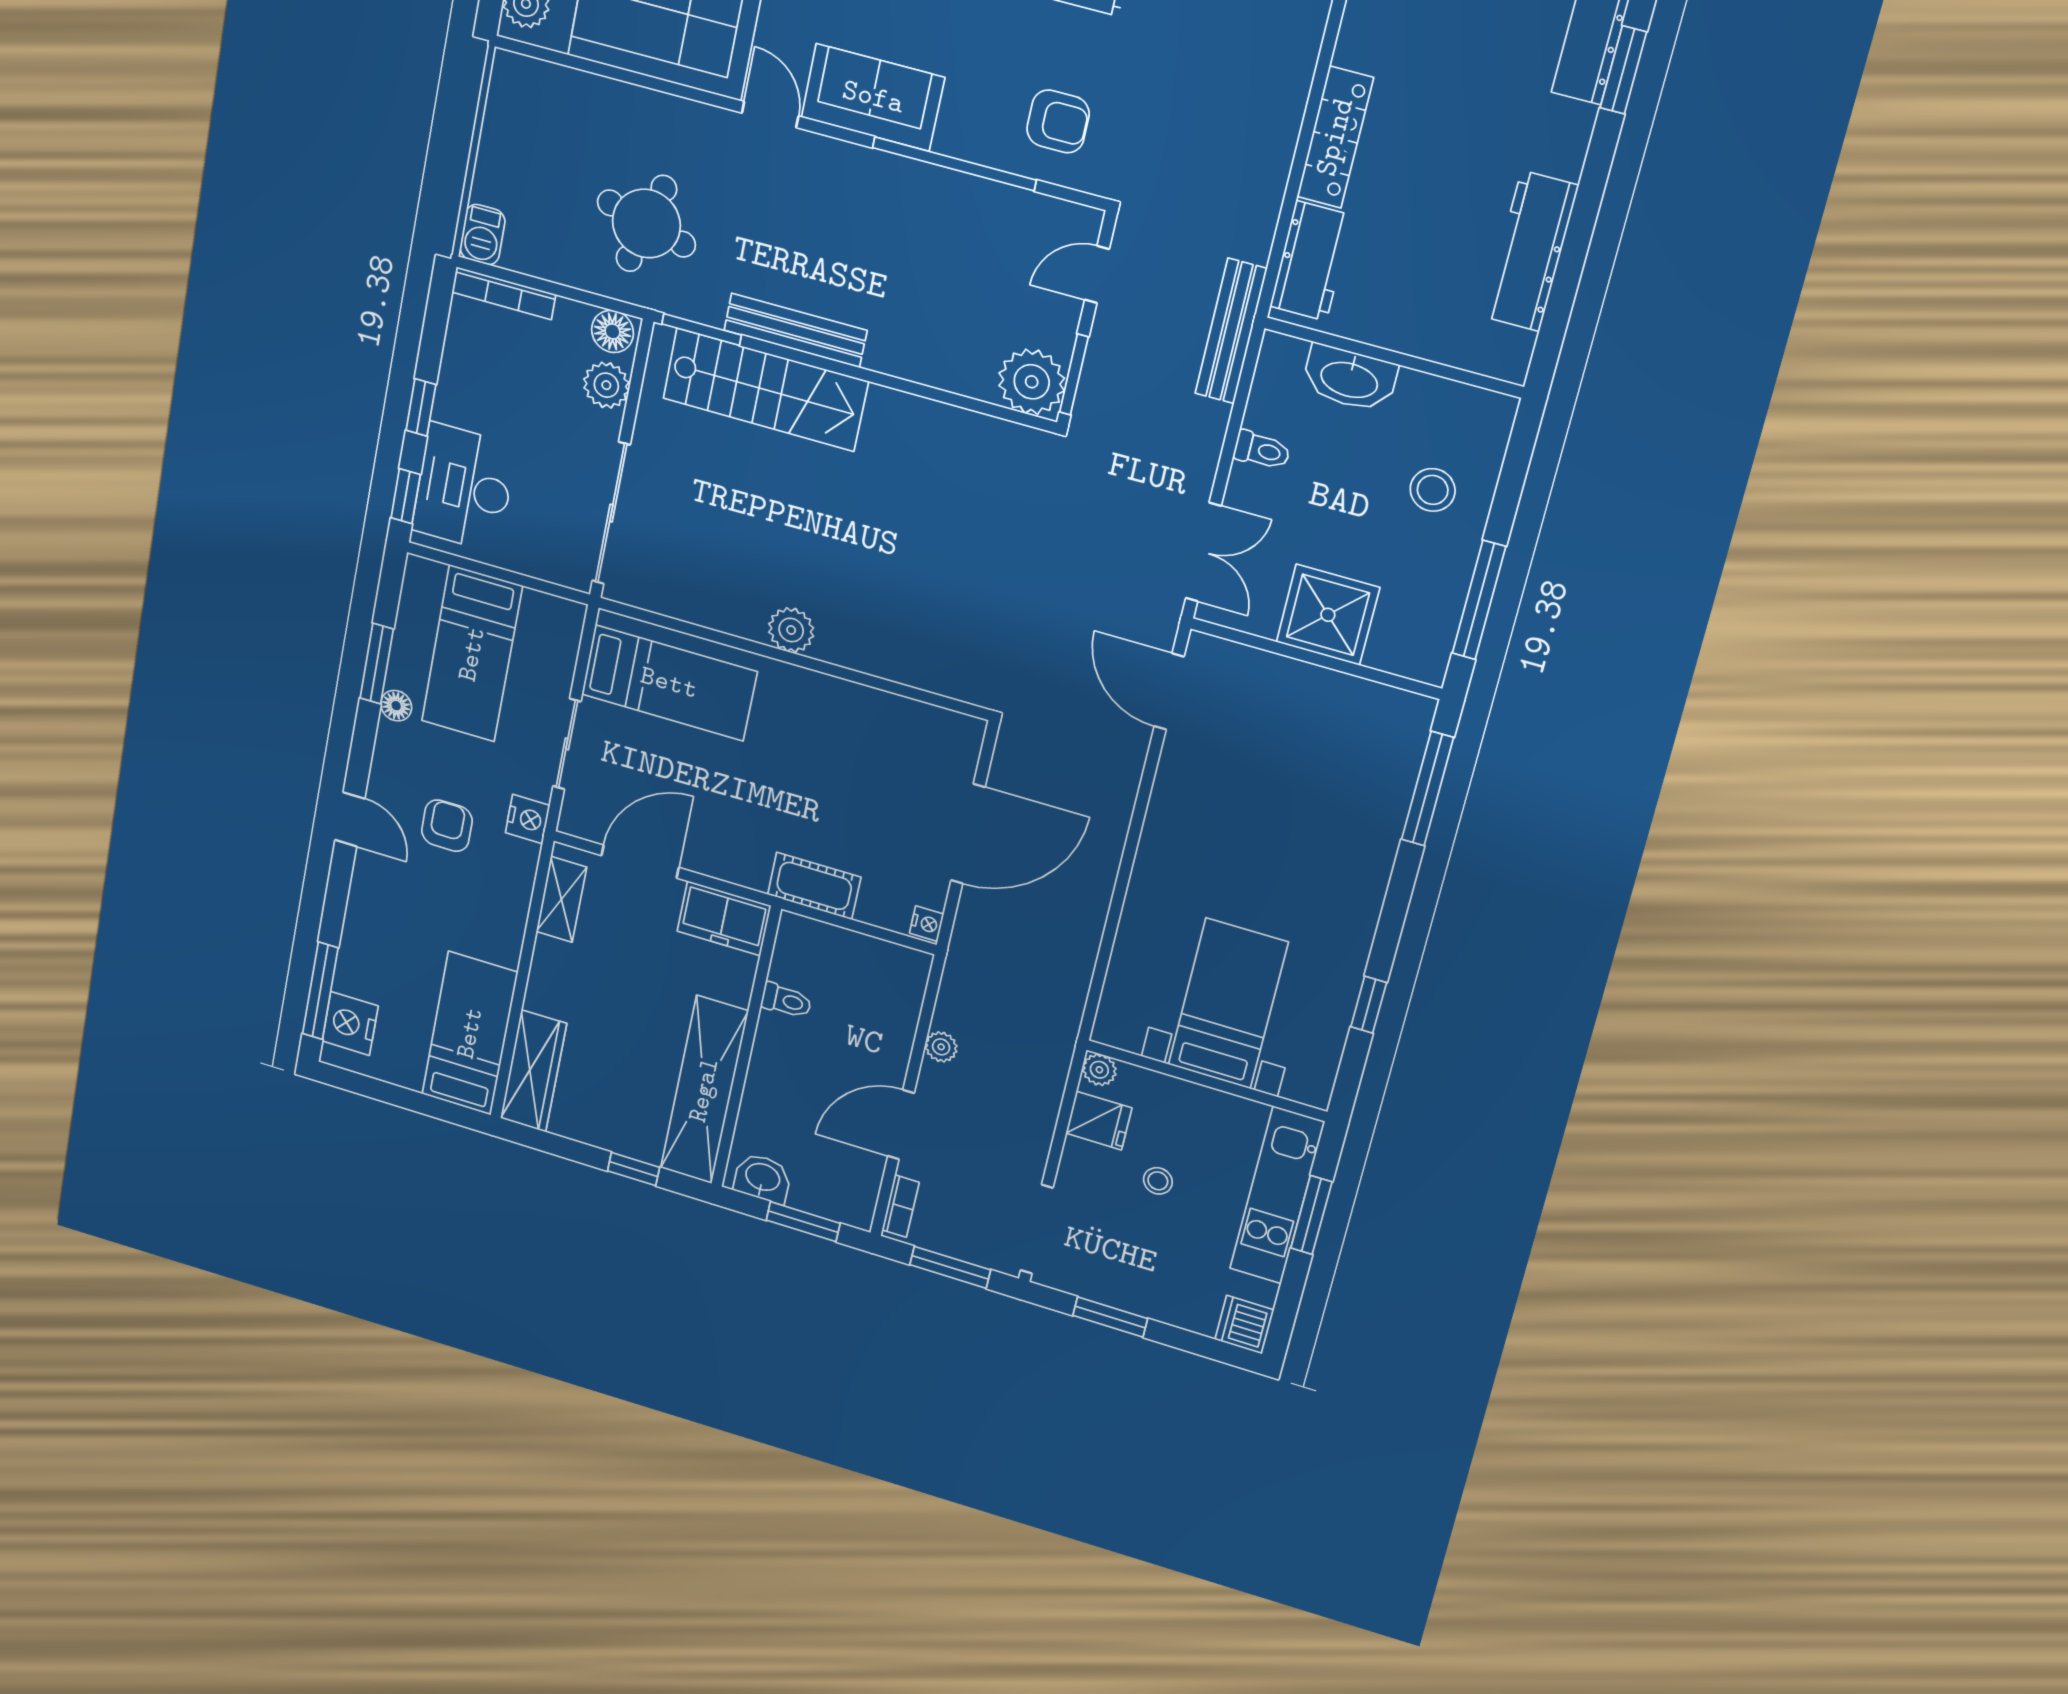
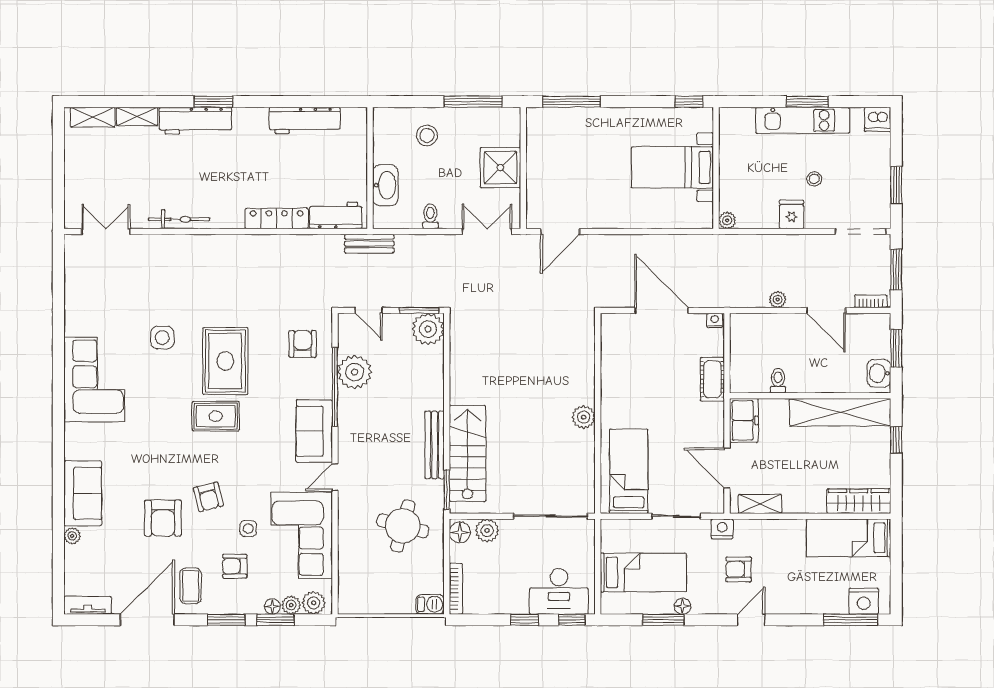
plant: (976, 212) -> (355, 372), added
bench: (1231, 331) -> (369, 244), width x0.73
bed with nightstands: (1228, 1004) -> (672, 167), moved
plant: (1099, 1070) -> (727, 220), moved
wall: (1206, 1081) -> (716, 168), moved

